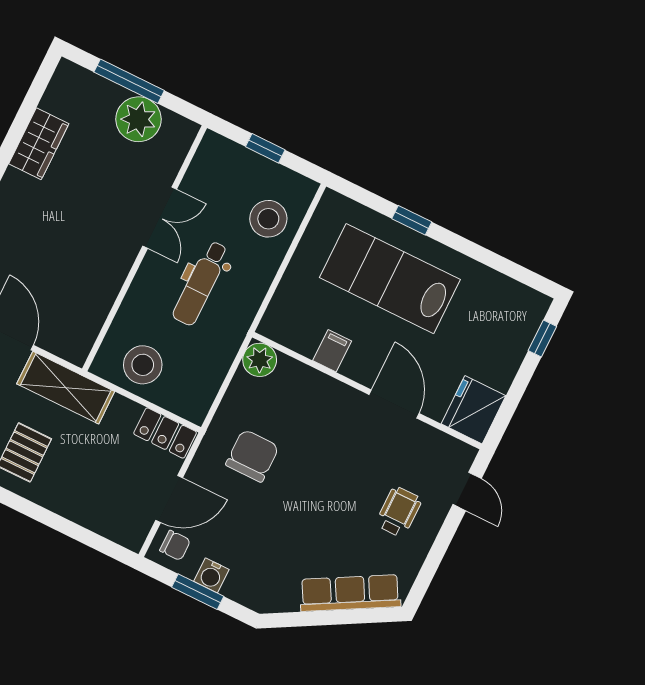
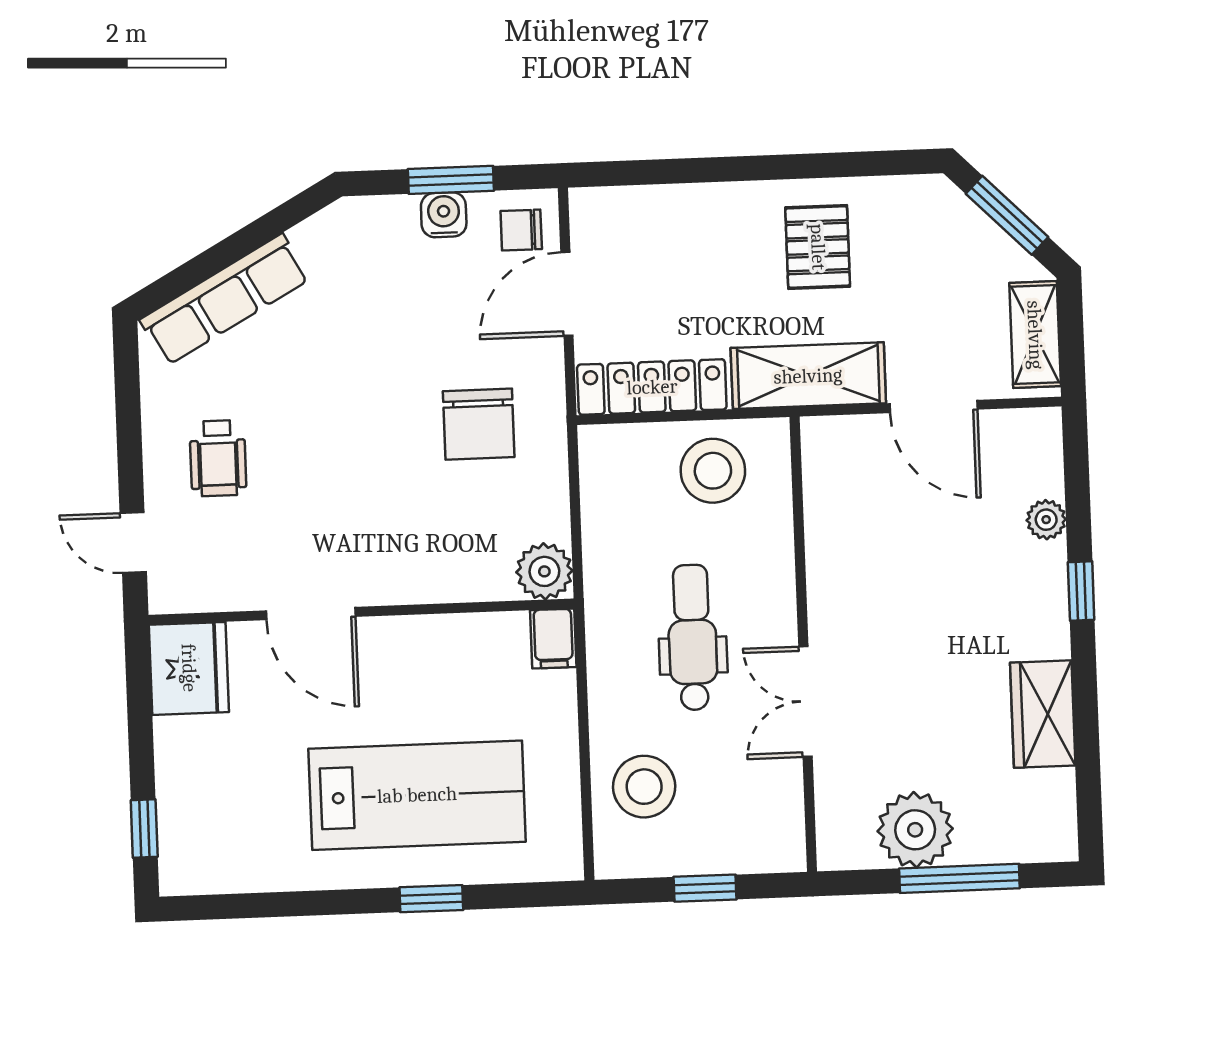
filing cabinet: (332, 351) -> (553, 639), moved
locker: (165, 433) -> (652, 387), width x1.53

